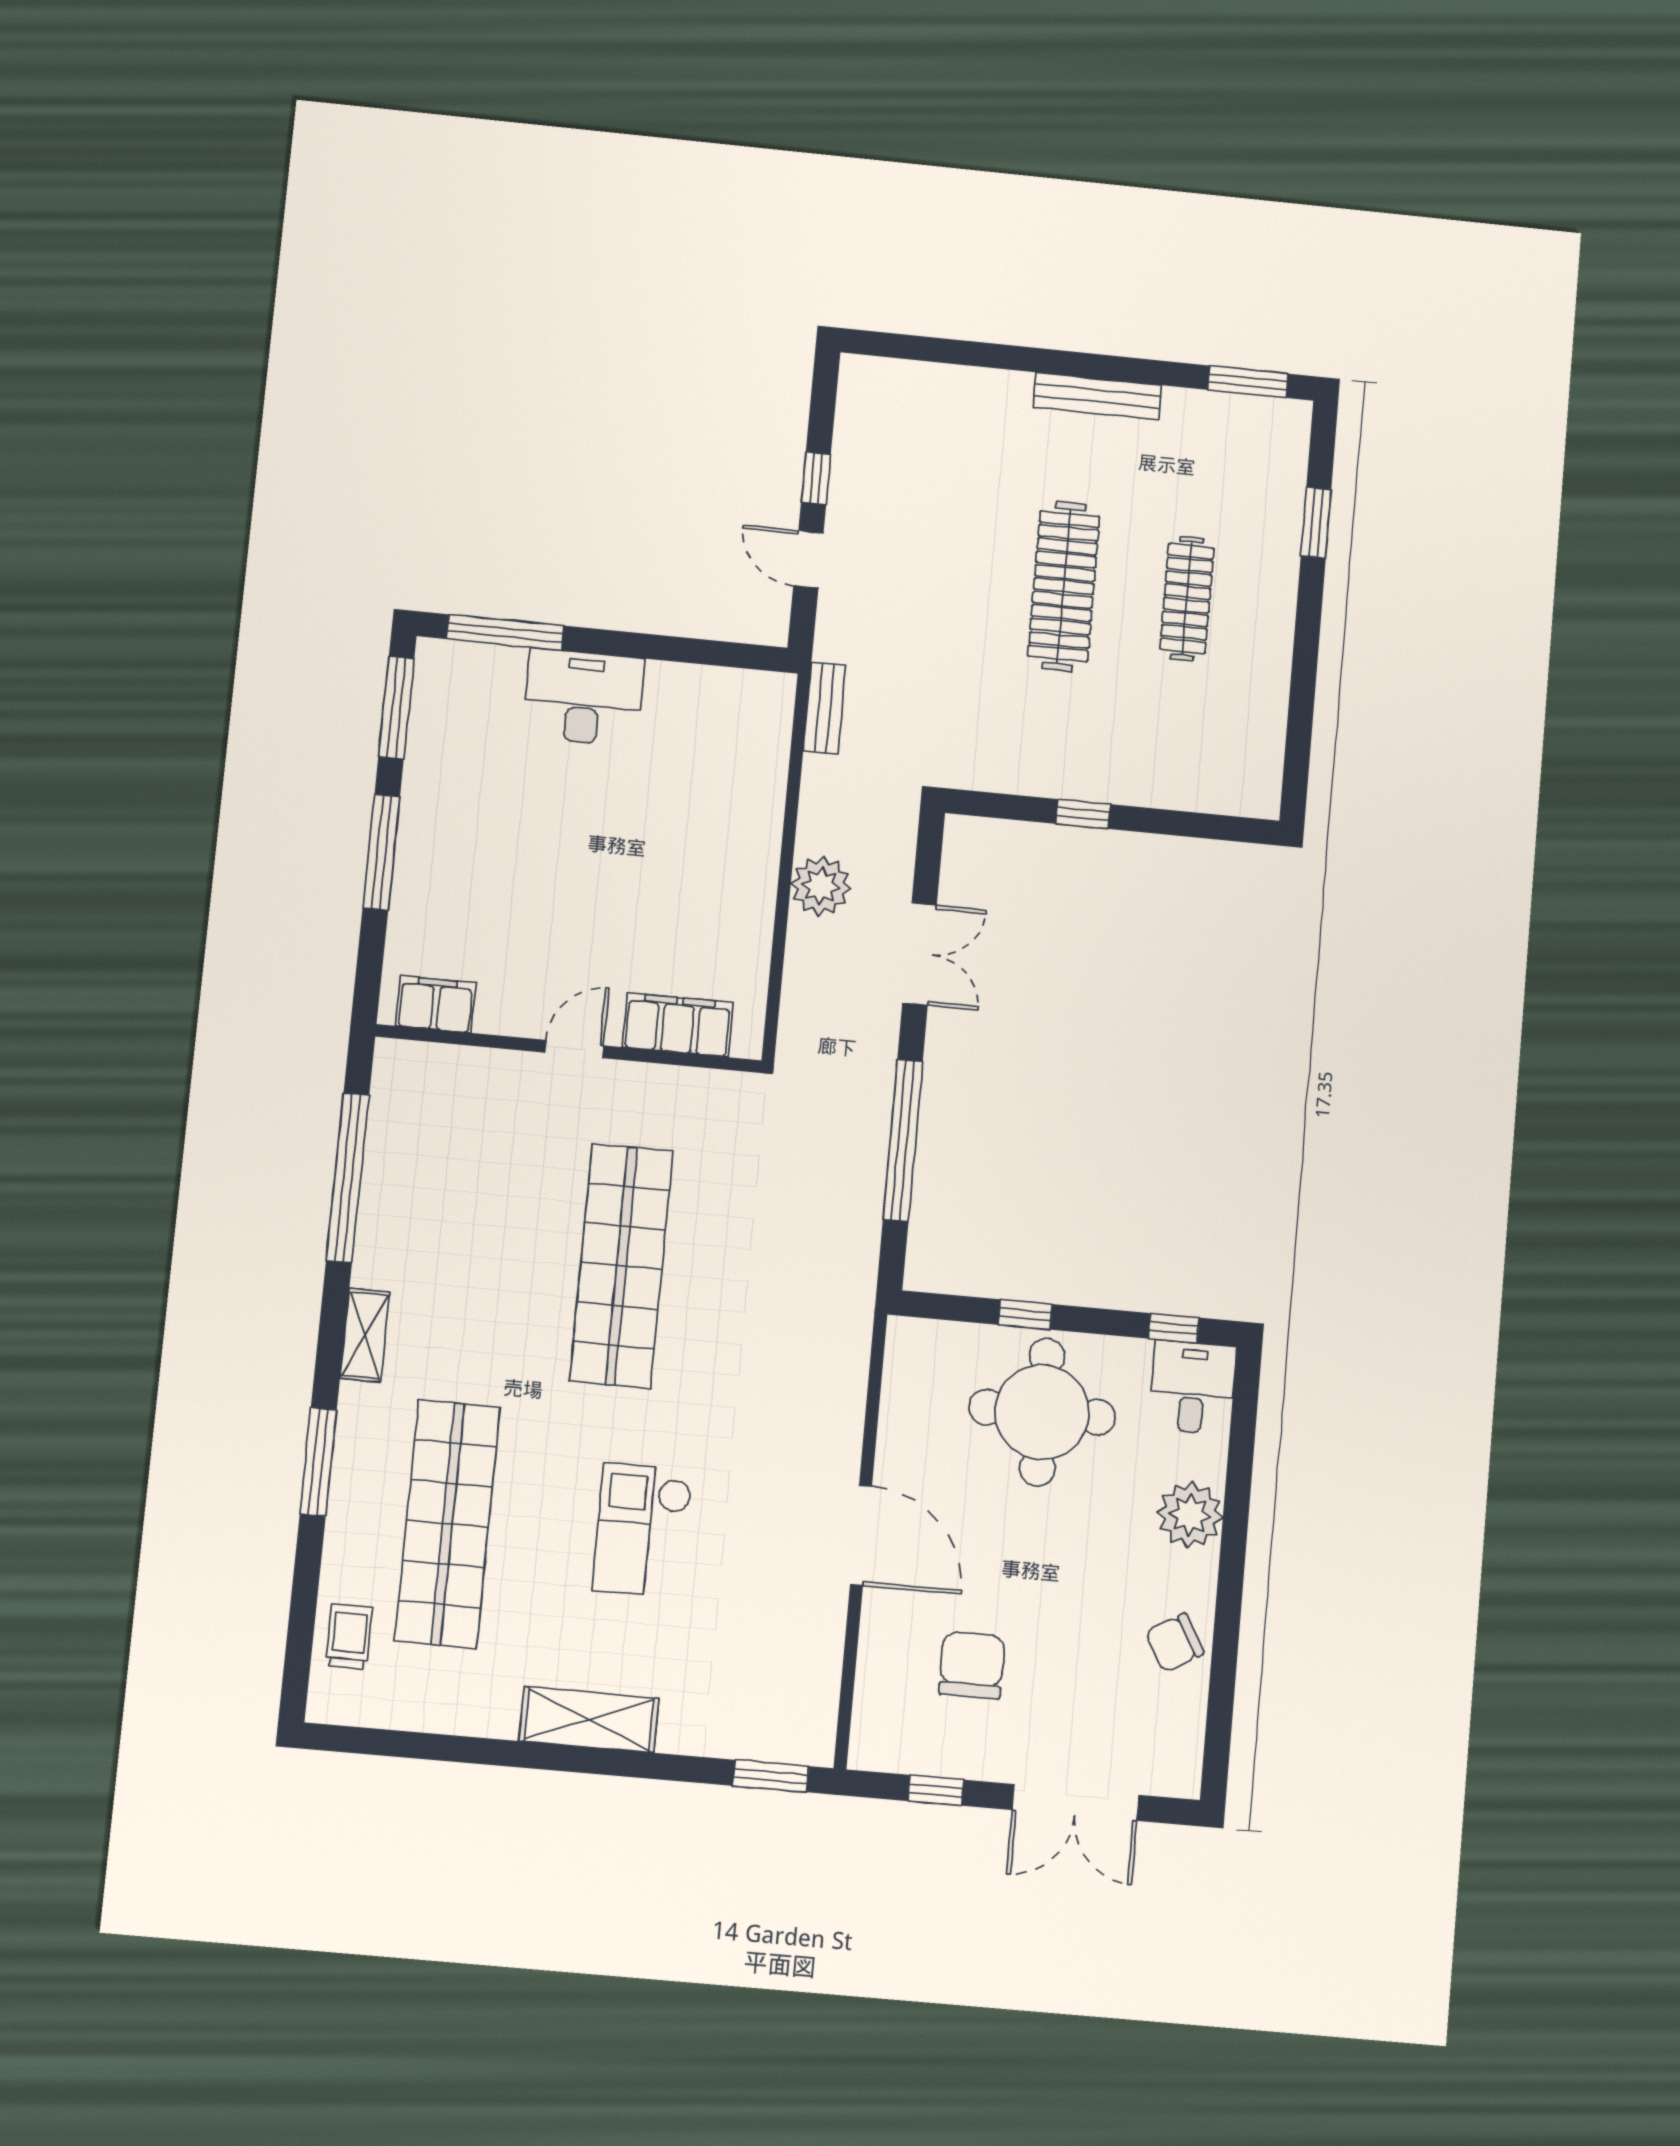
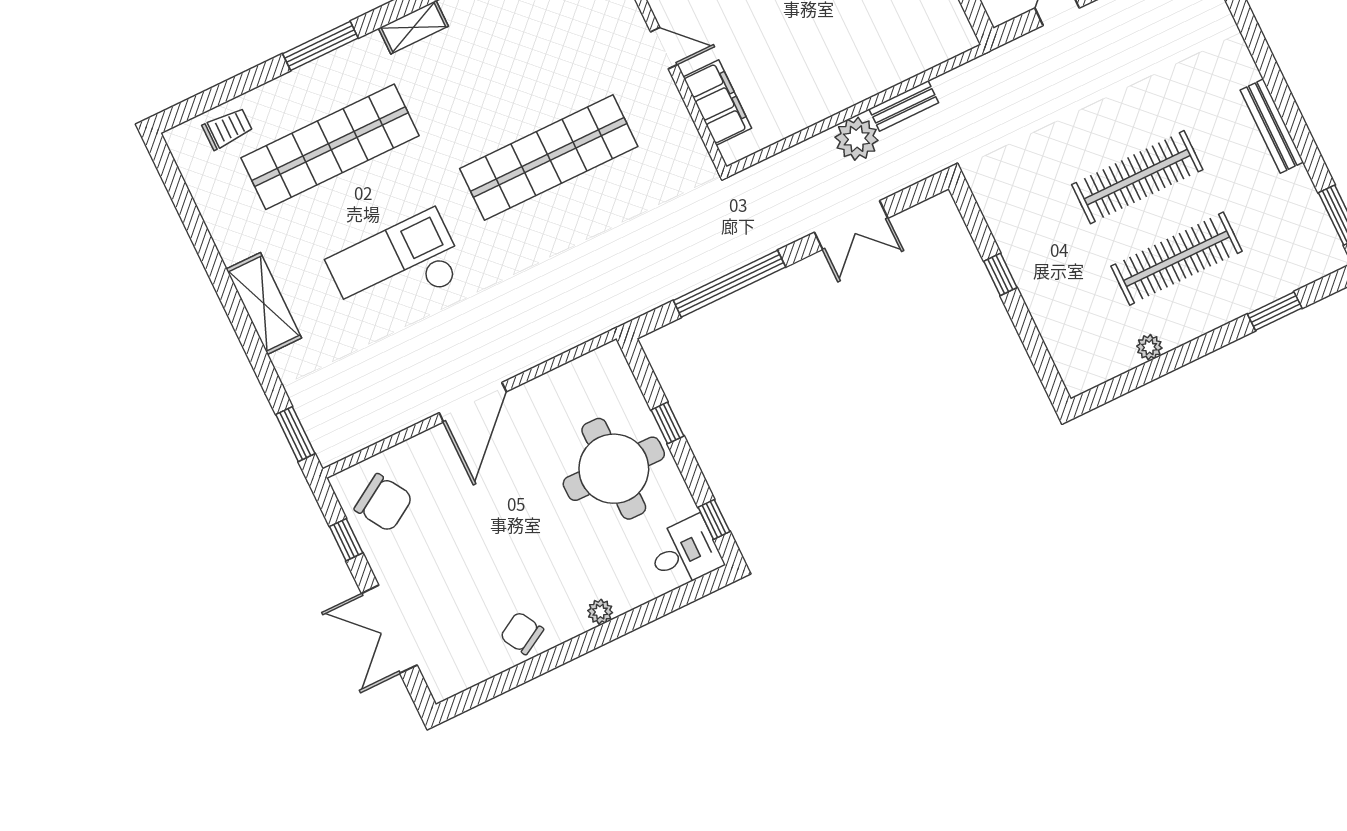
clothes rail: (1187, 599) -> (1176, 259), width x1.37, depth x1.31
plant: (1272, 692) -> (1149, 347), added
bench: (824, 708) -> (904, 106), moved
plant: (1190, 1515) -> (600, 612), width x0.53, depth x0.53
checkout: (642, 1530) -> (396, 267), width x1.36, depth x1.21
chair: (972, 1665) -> (384, 503), moved, turned 58

